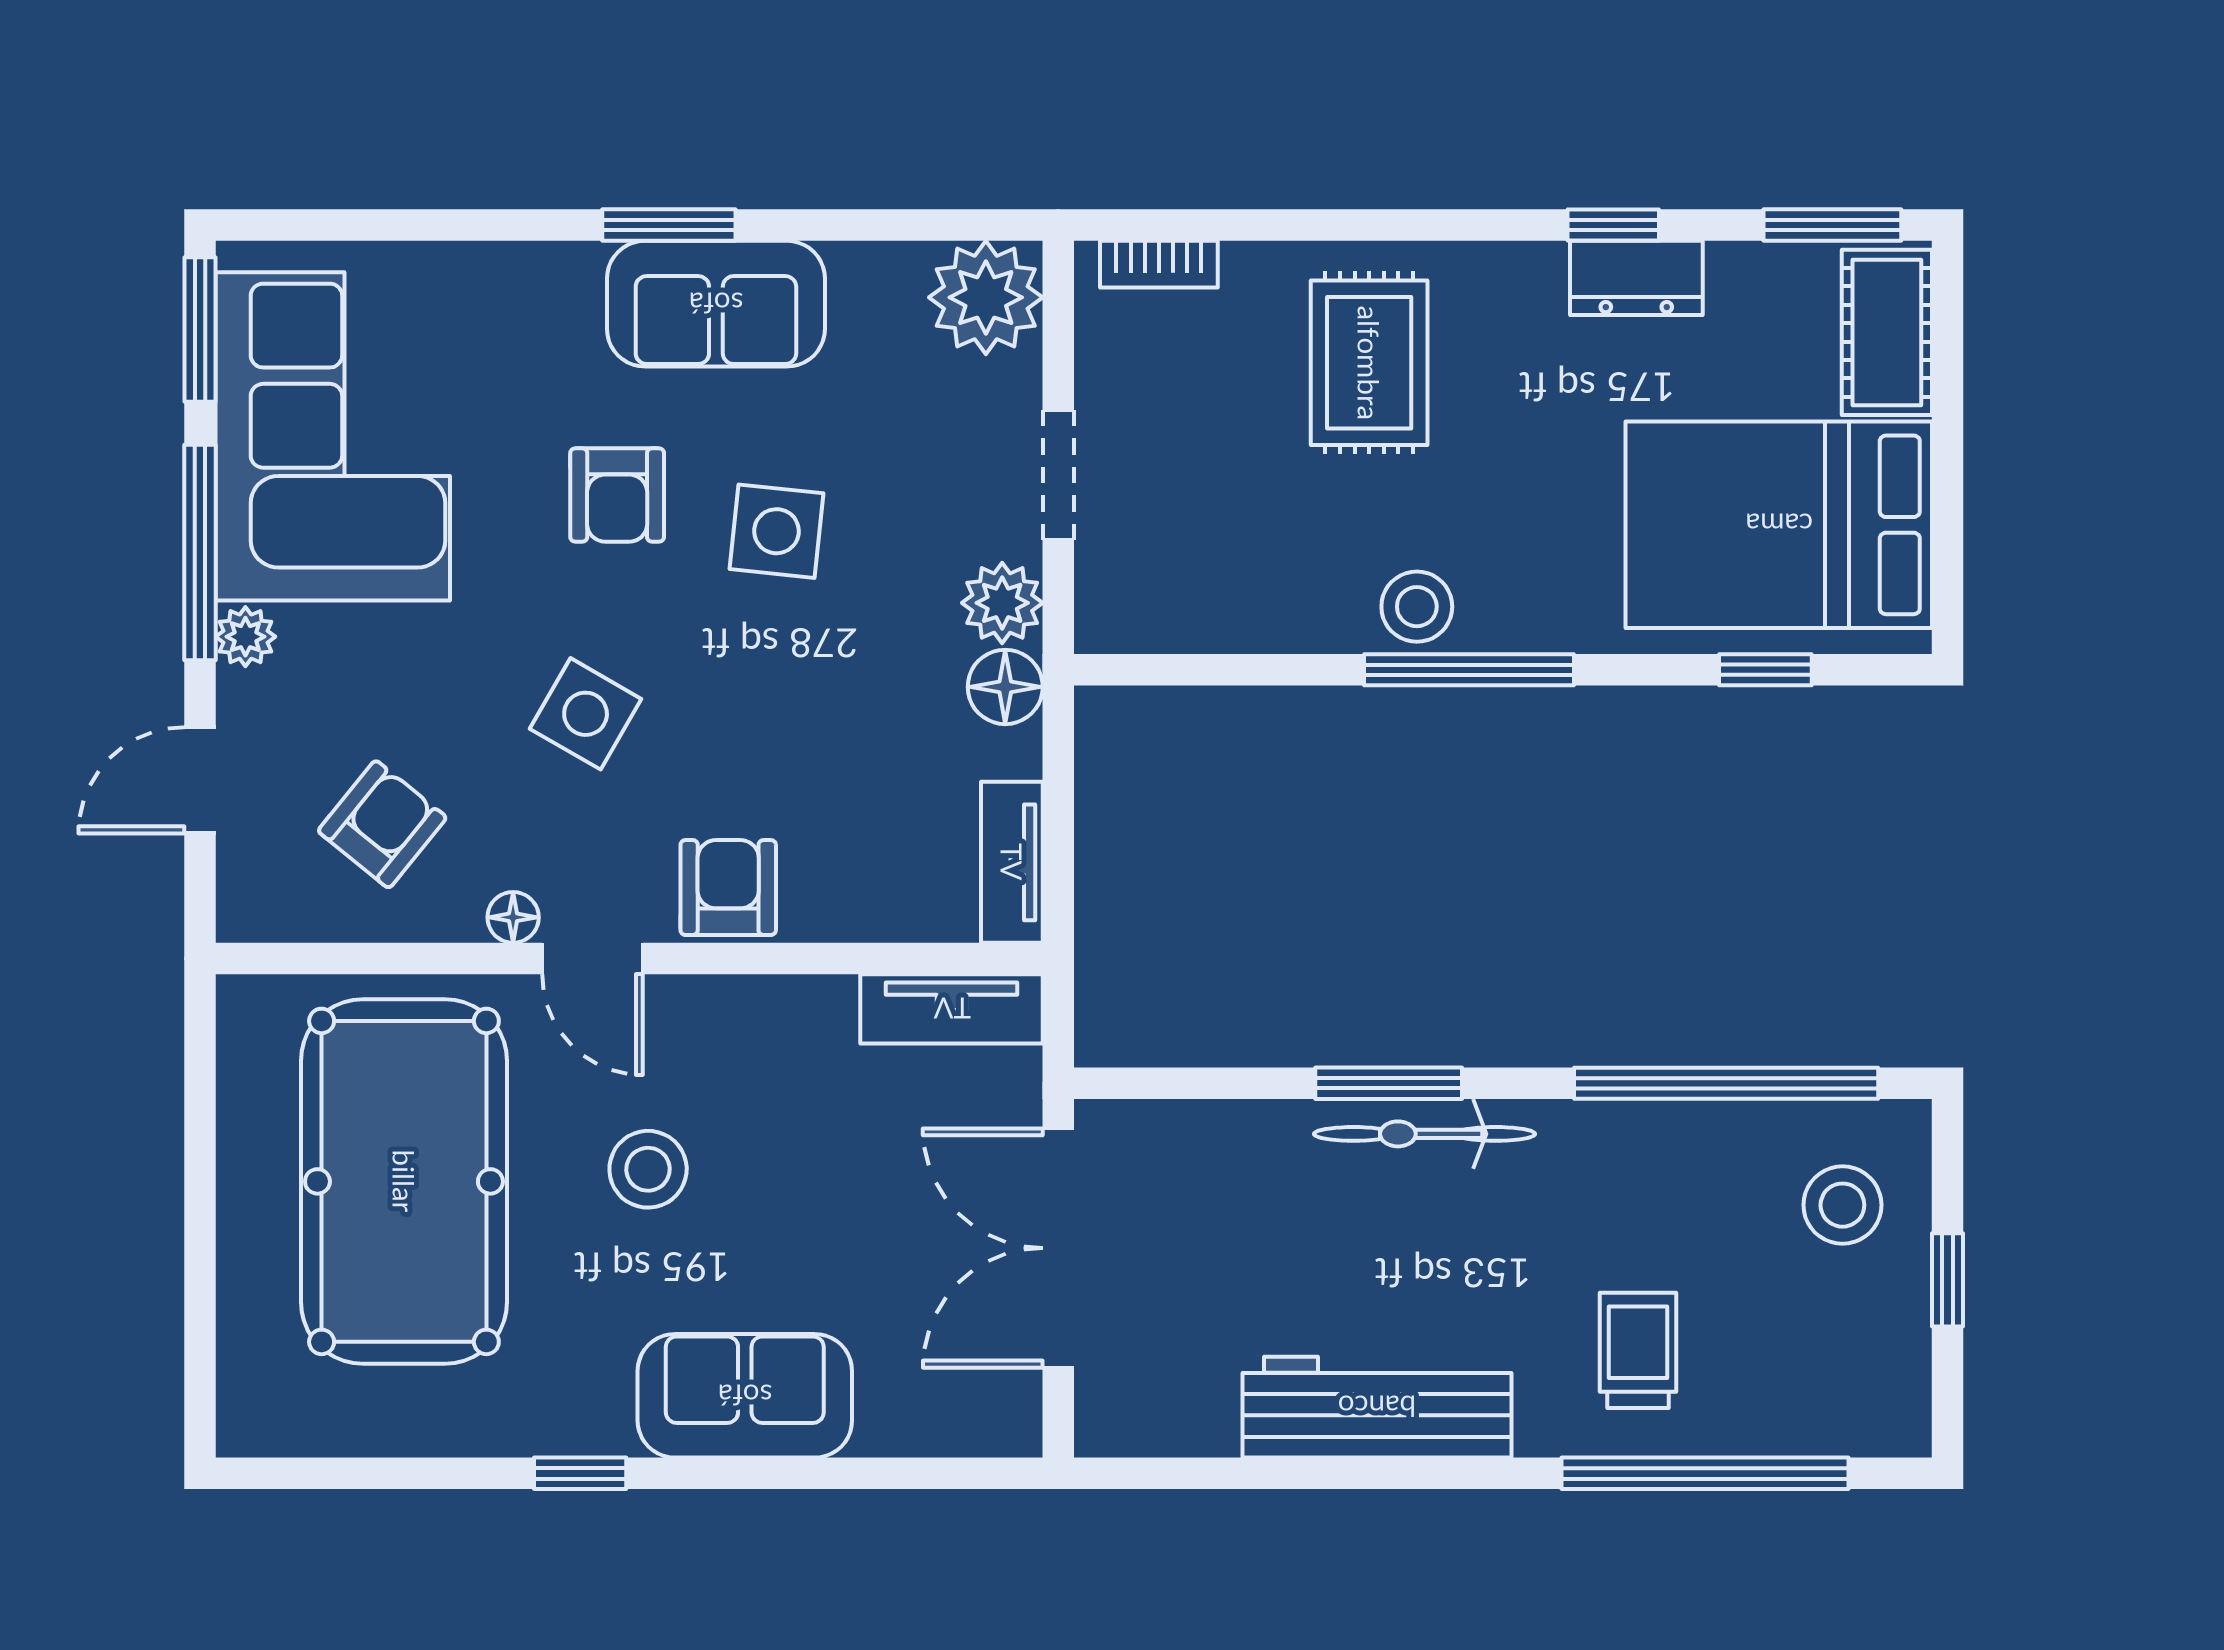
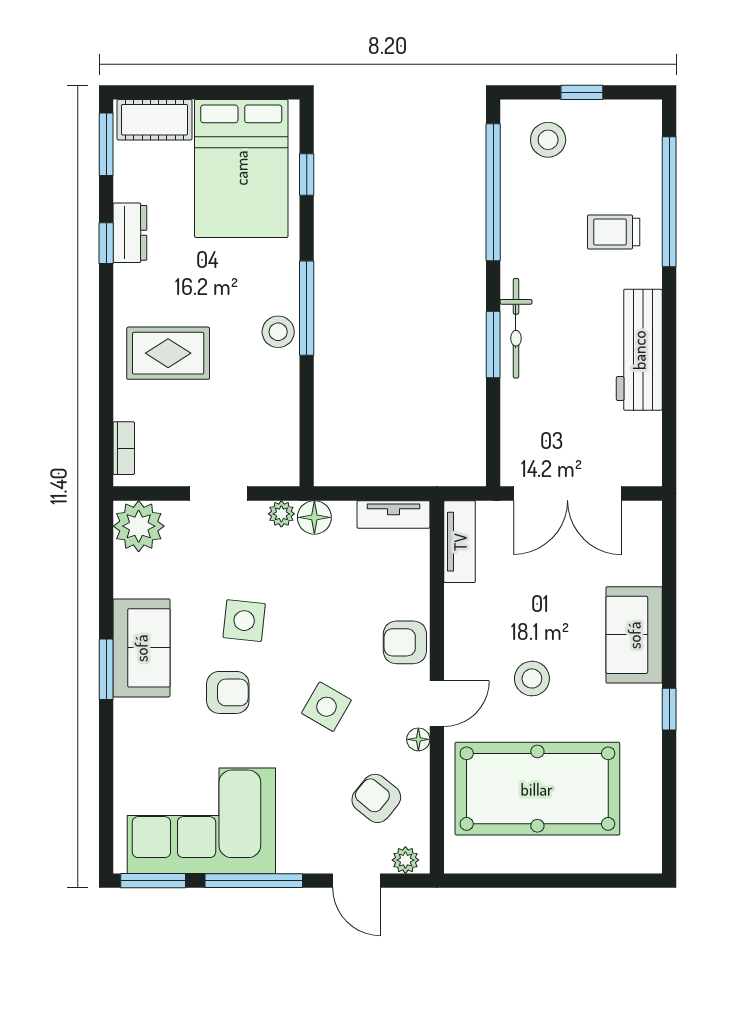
plant: (1002, 603) -> (281, 514), width x0.73, depth x0.73
plant: (245, 637) -> (405, 860), moved

